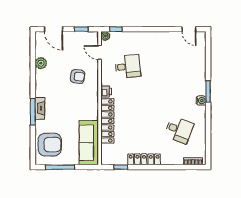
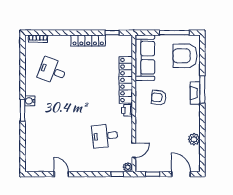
door: (189, 29) -> (61, 174), moved
door: (100, 52) -> (134, 150), hinge flipped
armchair: (78, 76) -> (159, 98), moved

